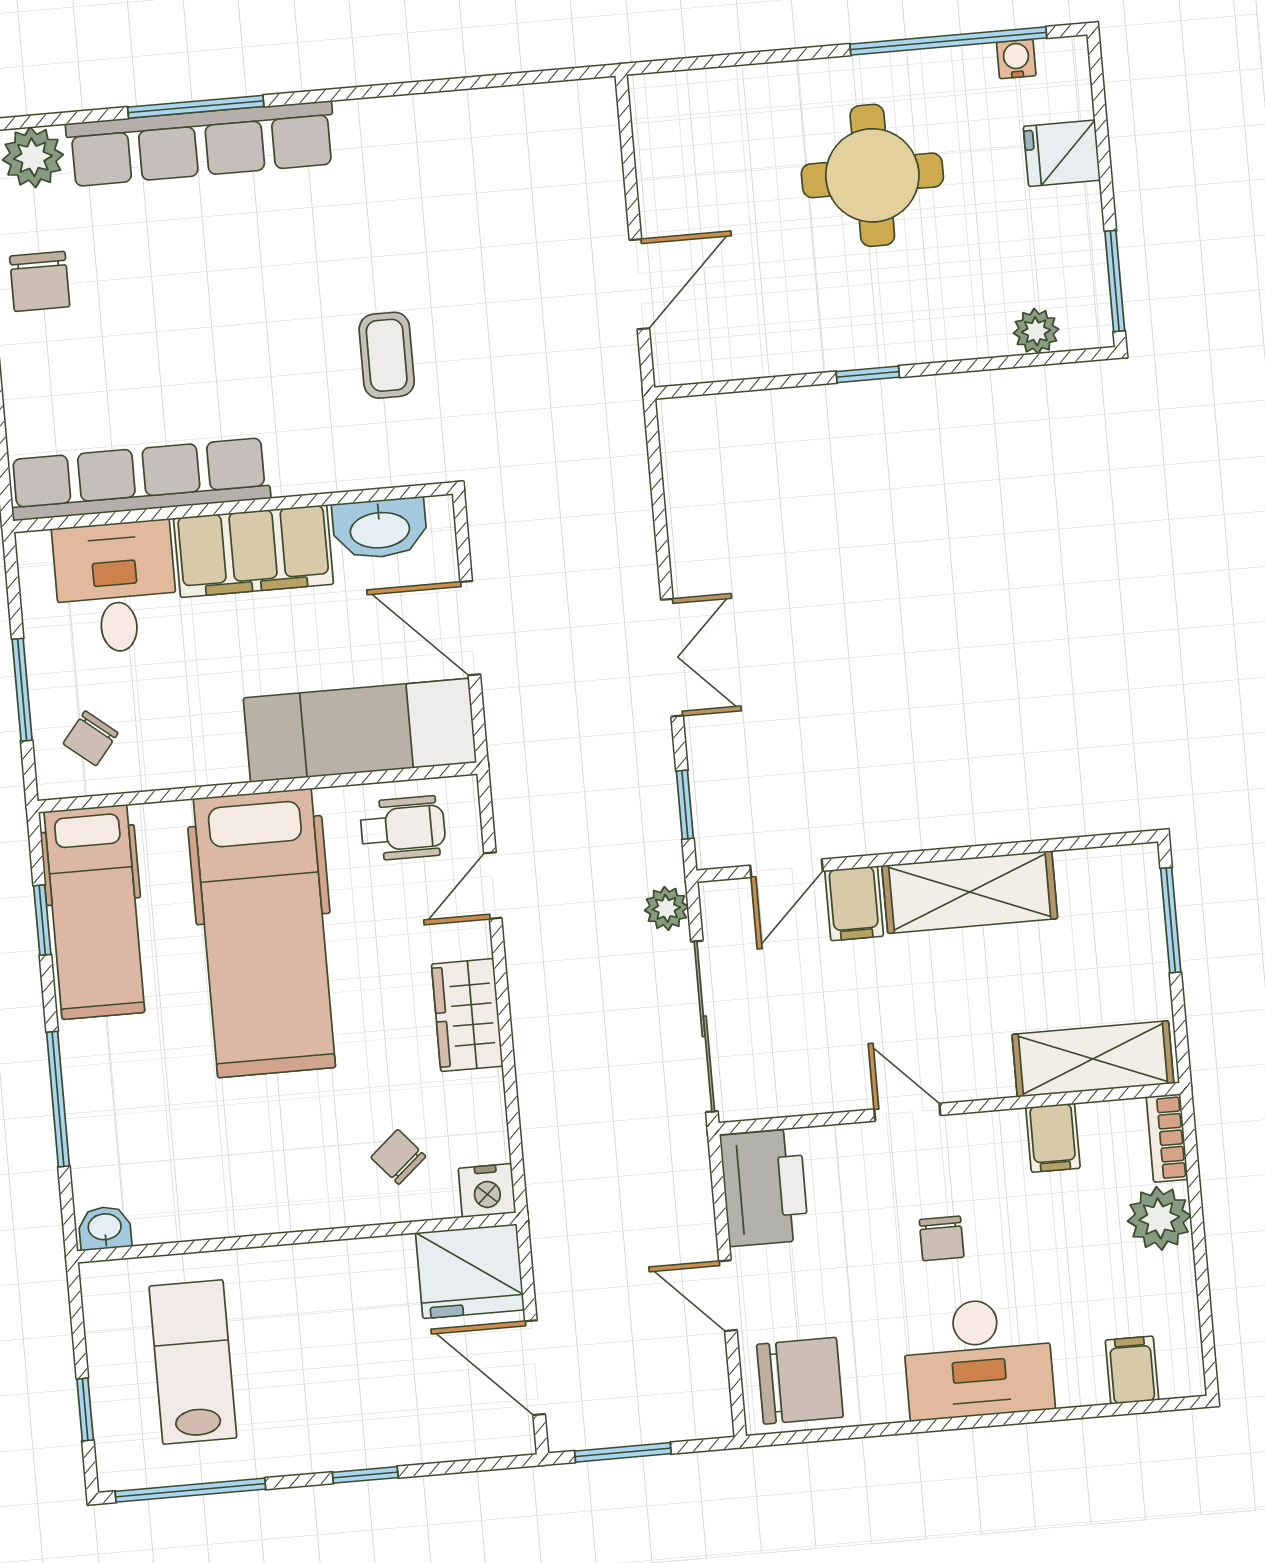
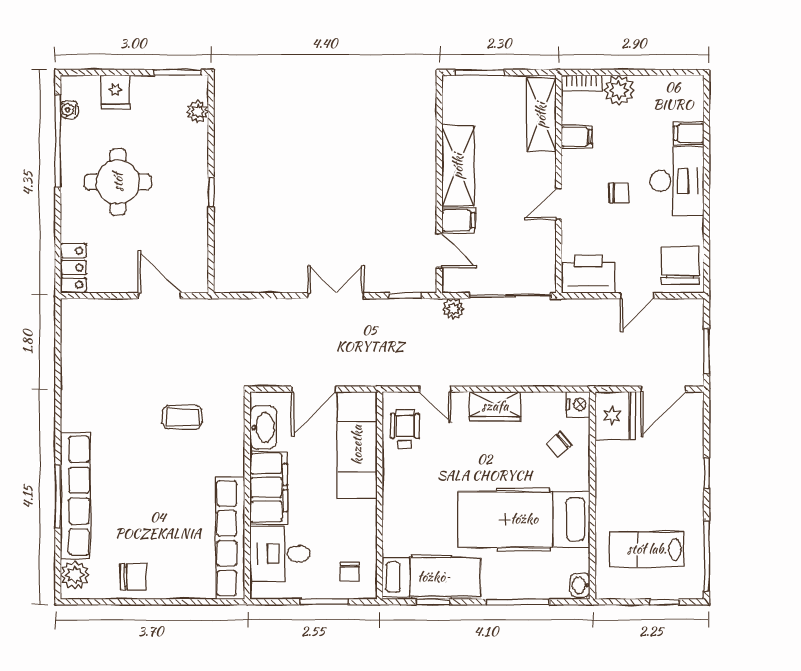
locker: (683, 97) -> (73, 268), added
chair: (91, 738) -> (350, 572), turned 51
hospital bed: (264, 933) -> (524, 519), moved, turned 180
filing cabinet: (1132, 1370) -> (689, 133), moved

